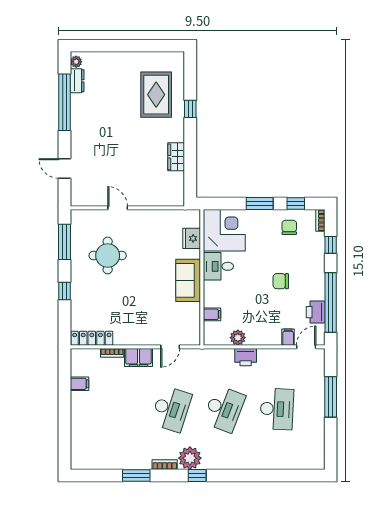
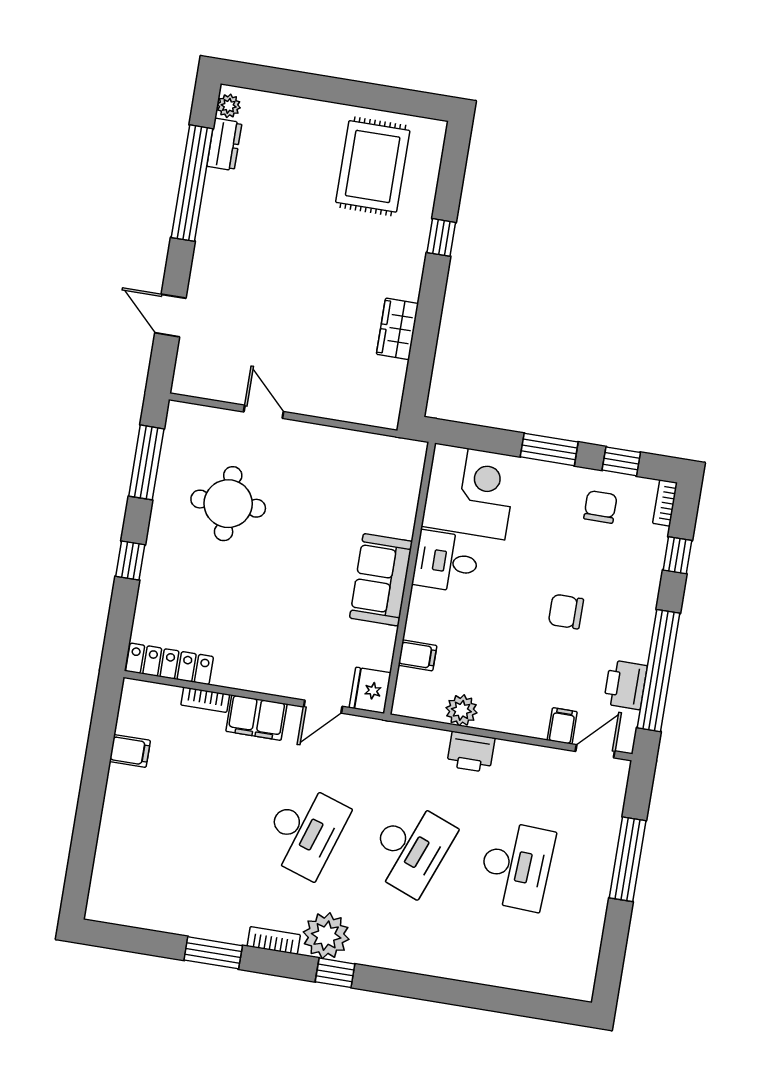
rug: (156, 95) -> (373, 166), moved
fridge: (192, 238) -> (370, 690), moved

